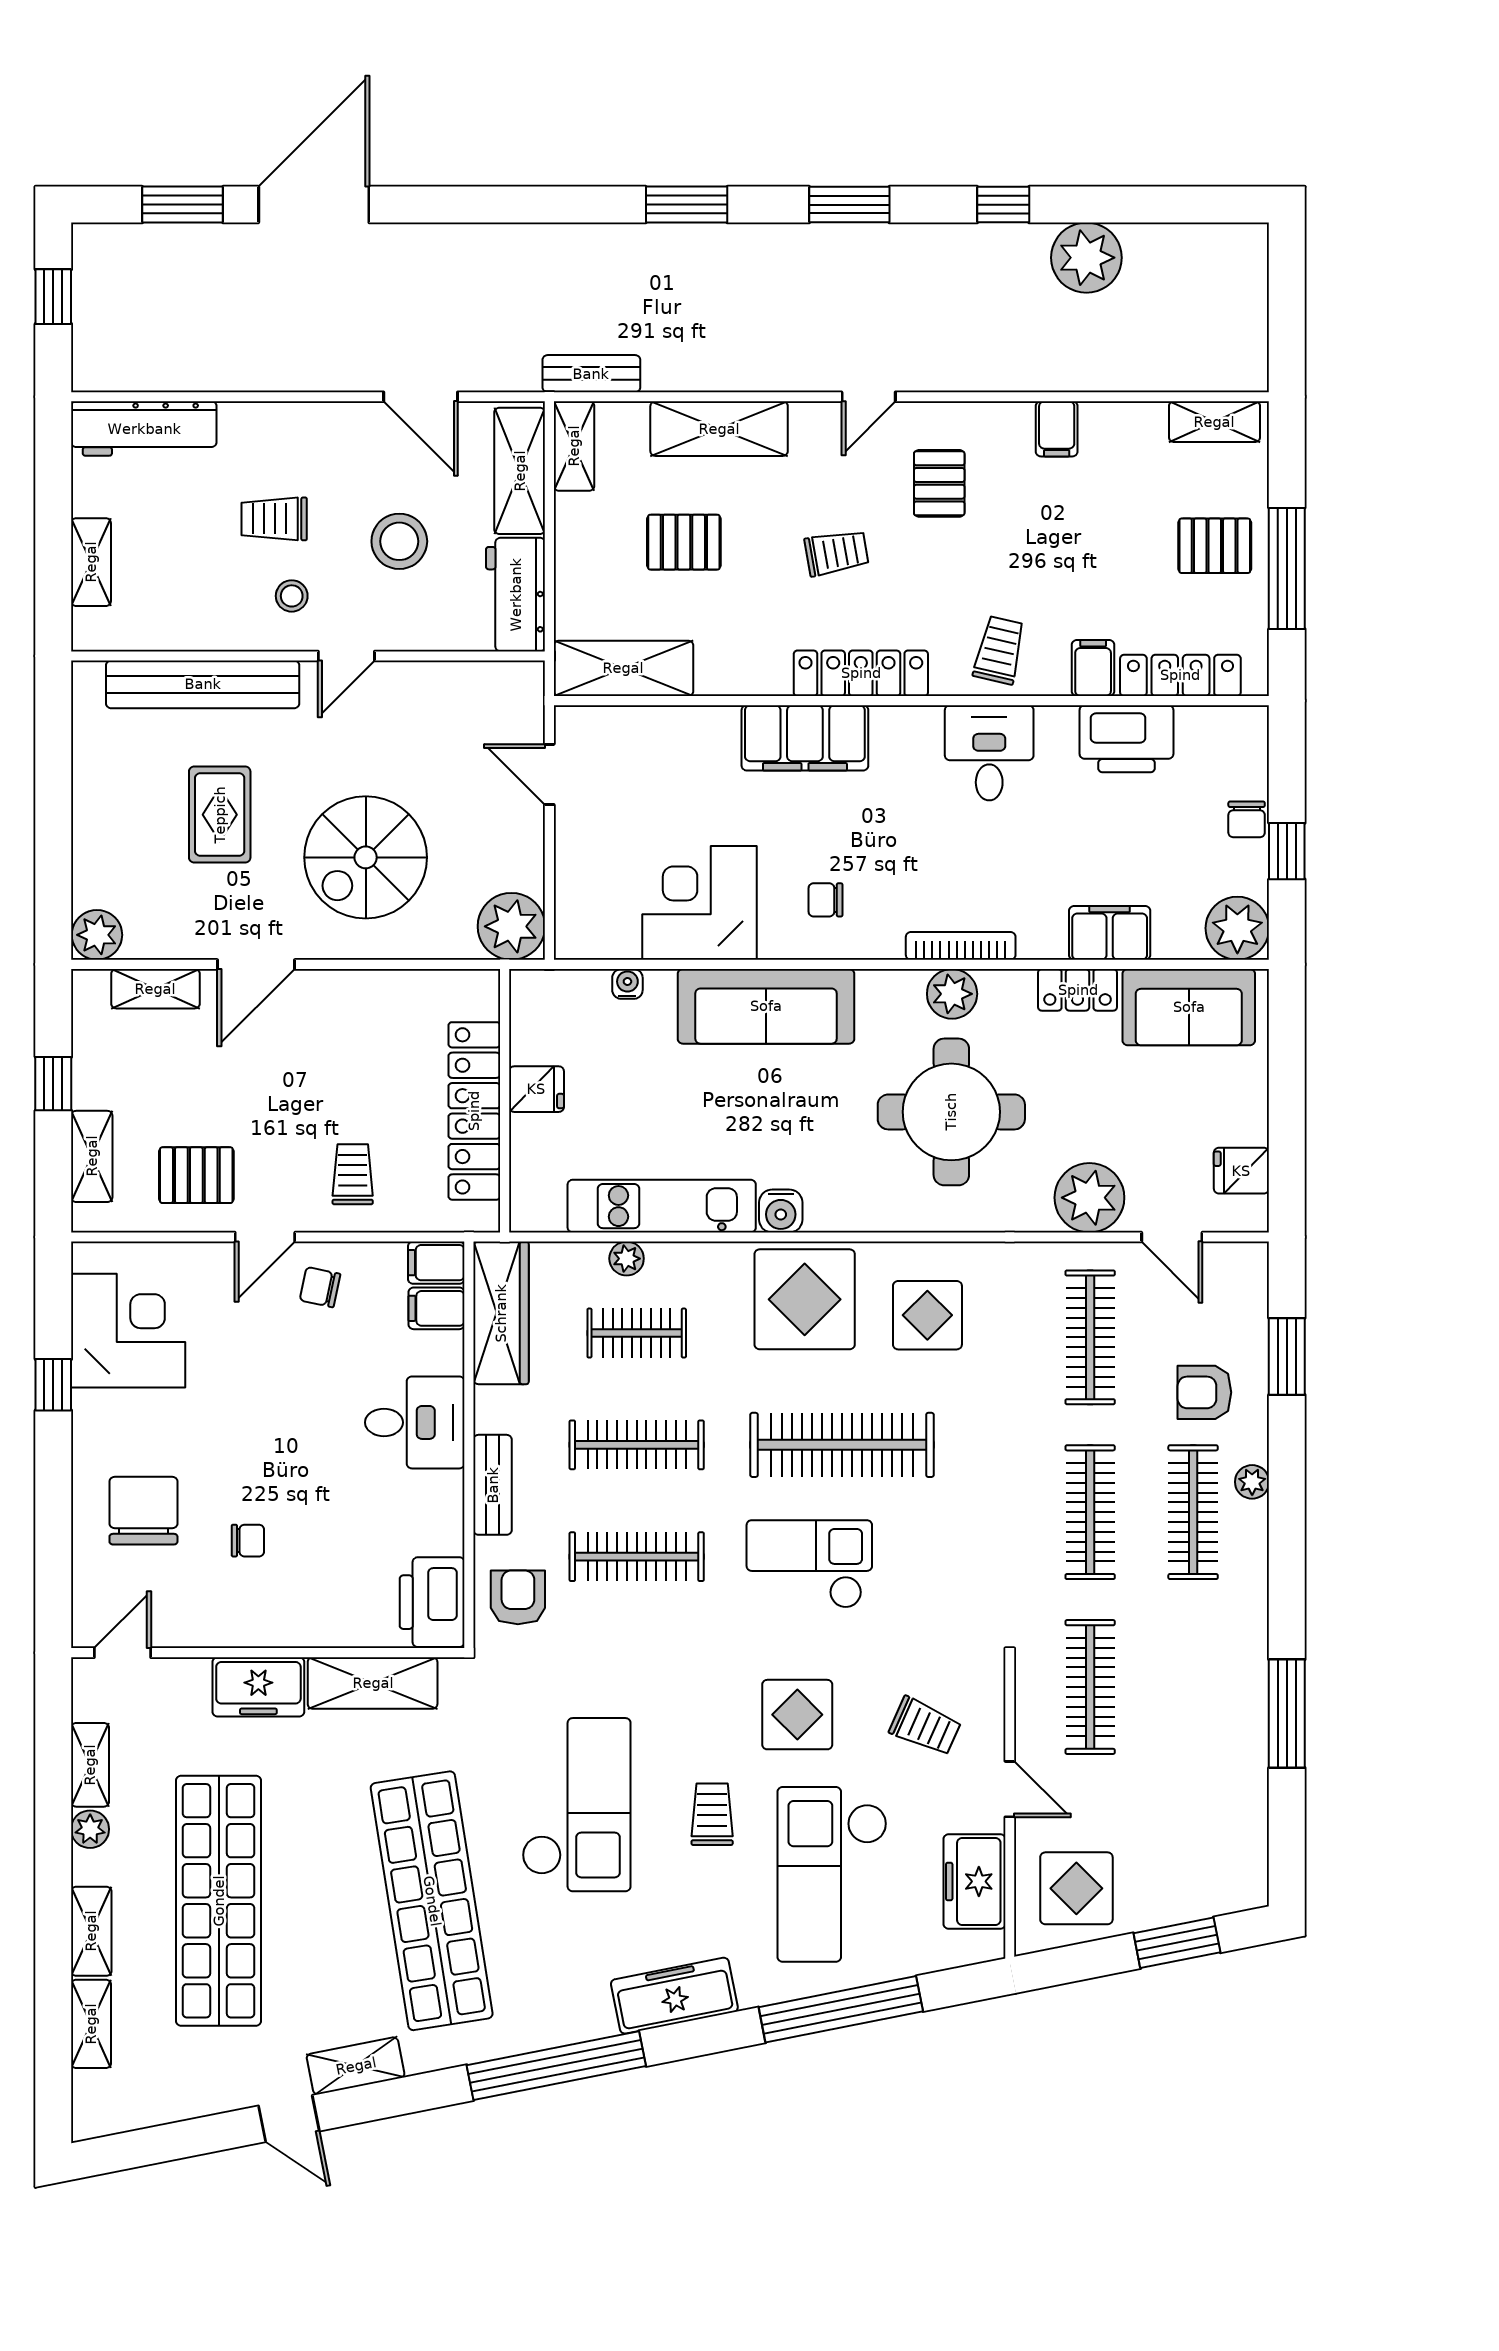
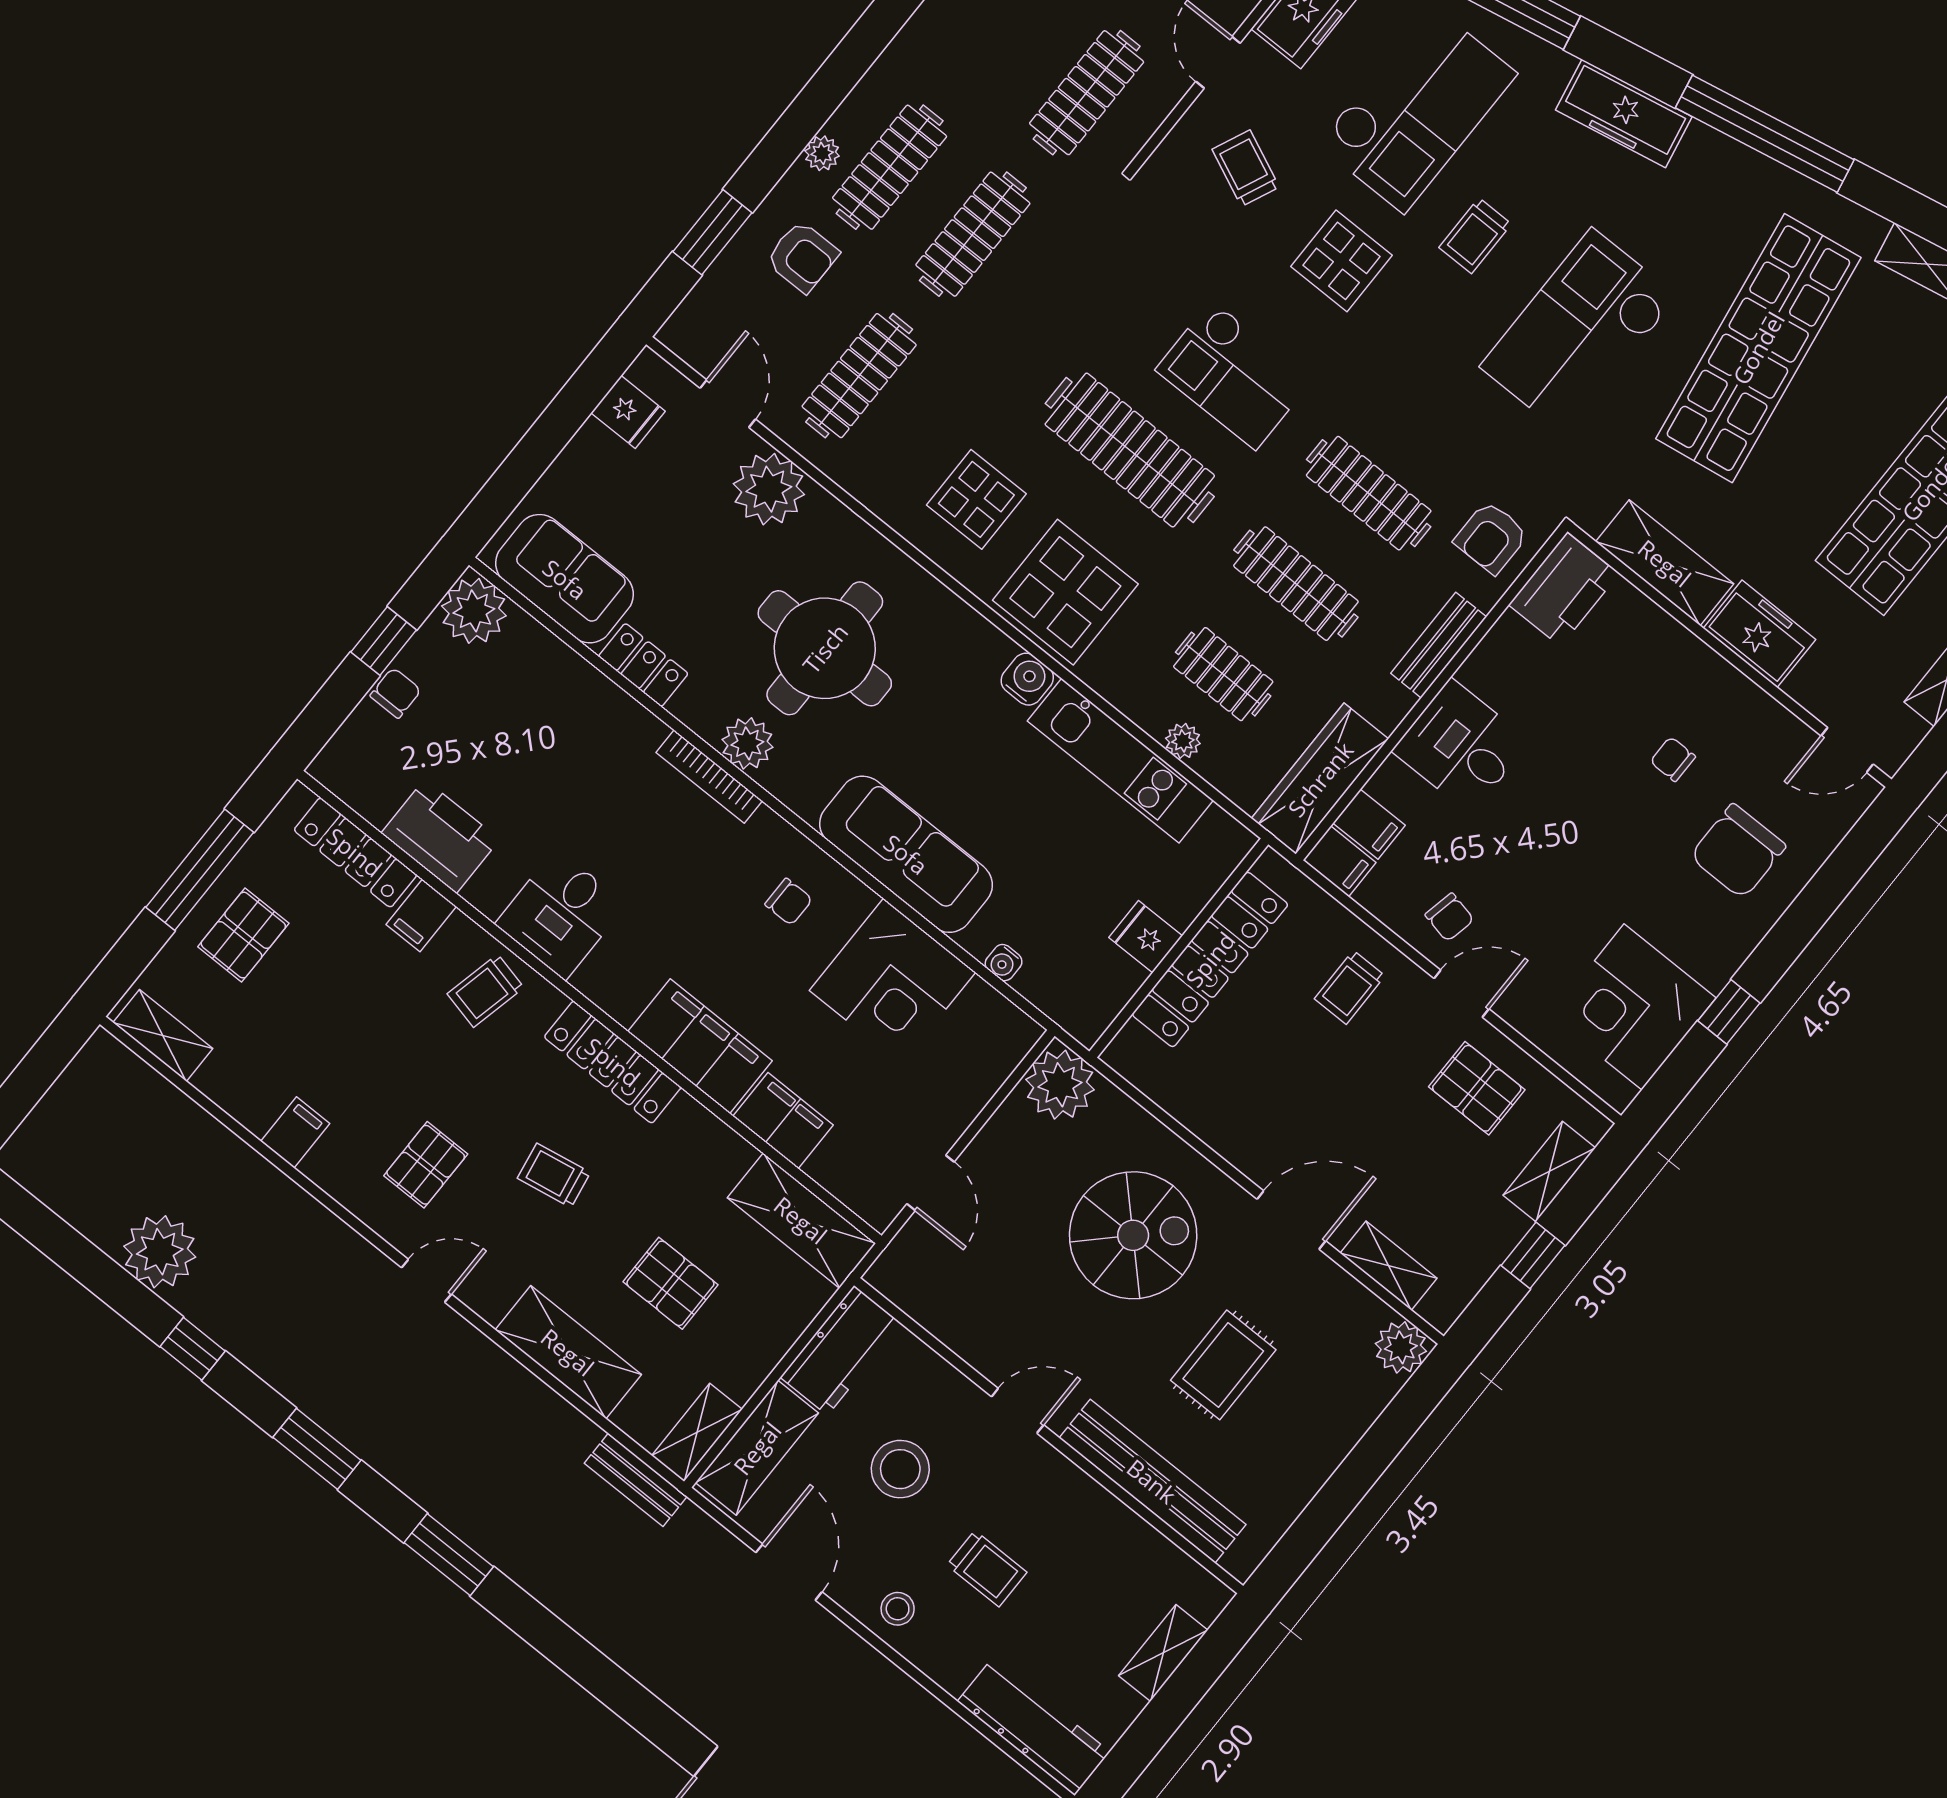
pallet: (1215, 546) -> (243, 935), turned 90
stool: (292, 596) -> (898, 1609), moved
filing cabinet: (1110, 933) -> (783, 1121), moved, turned 180

